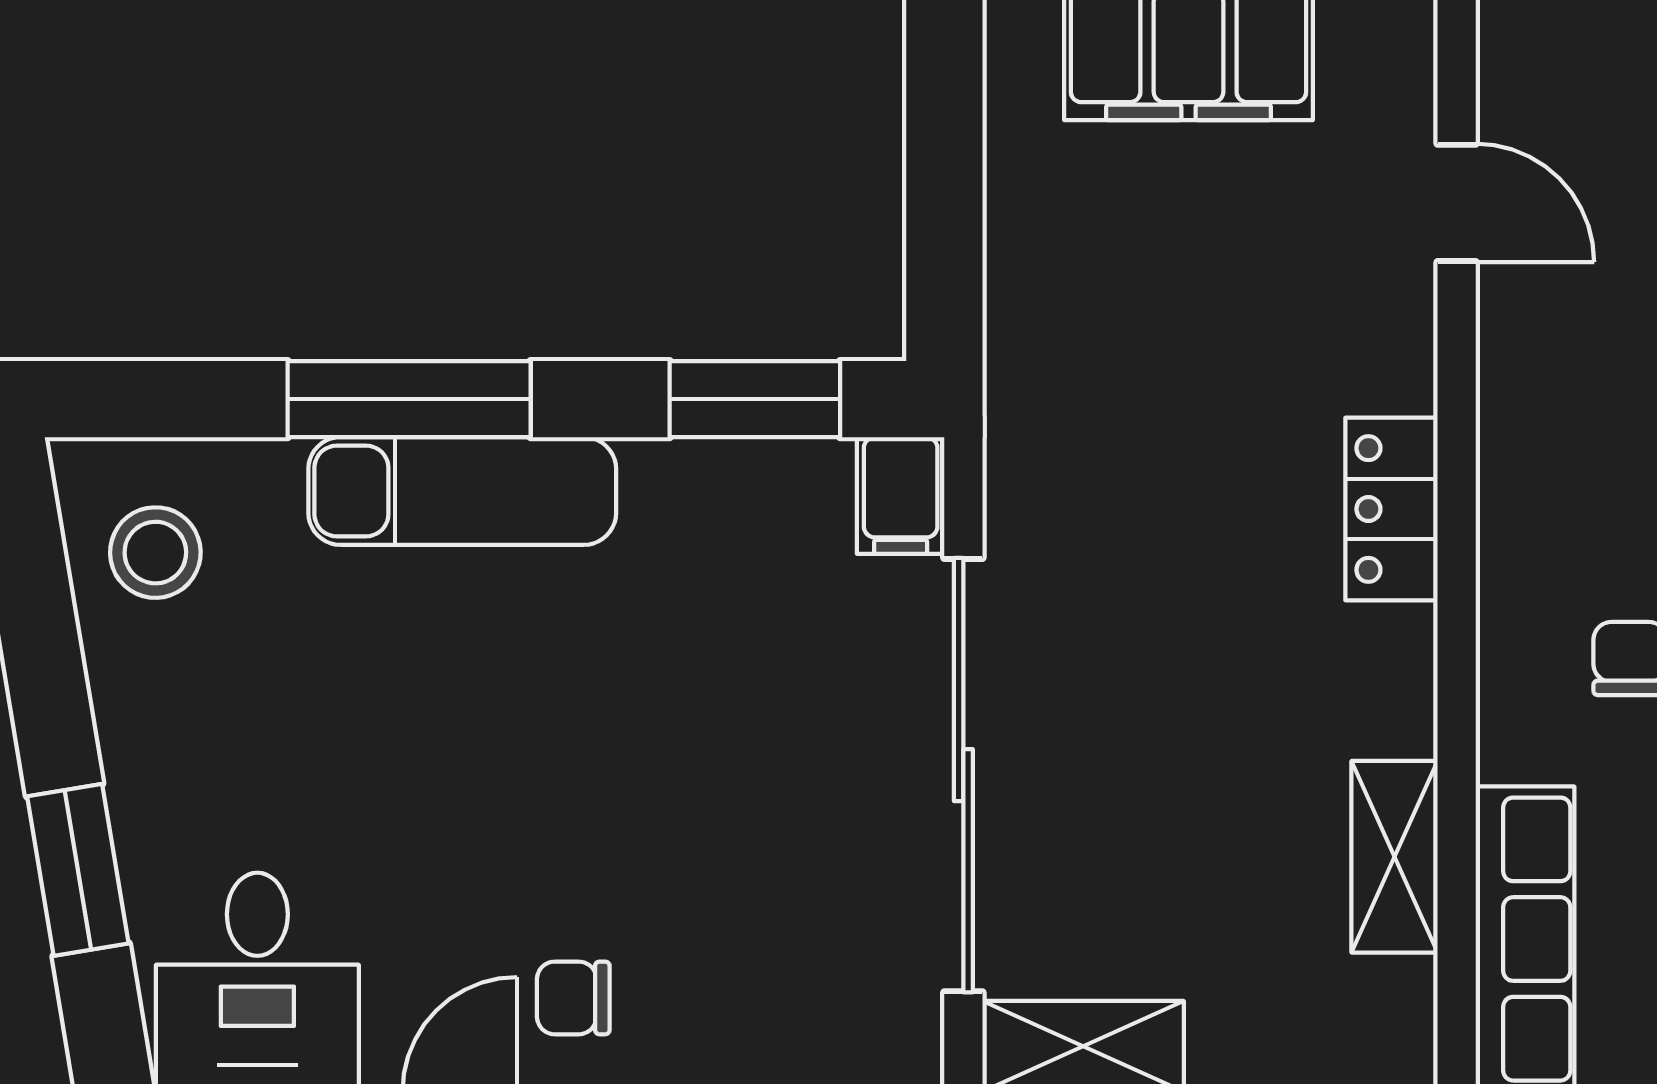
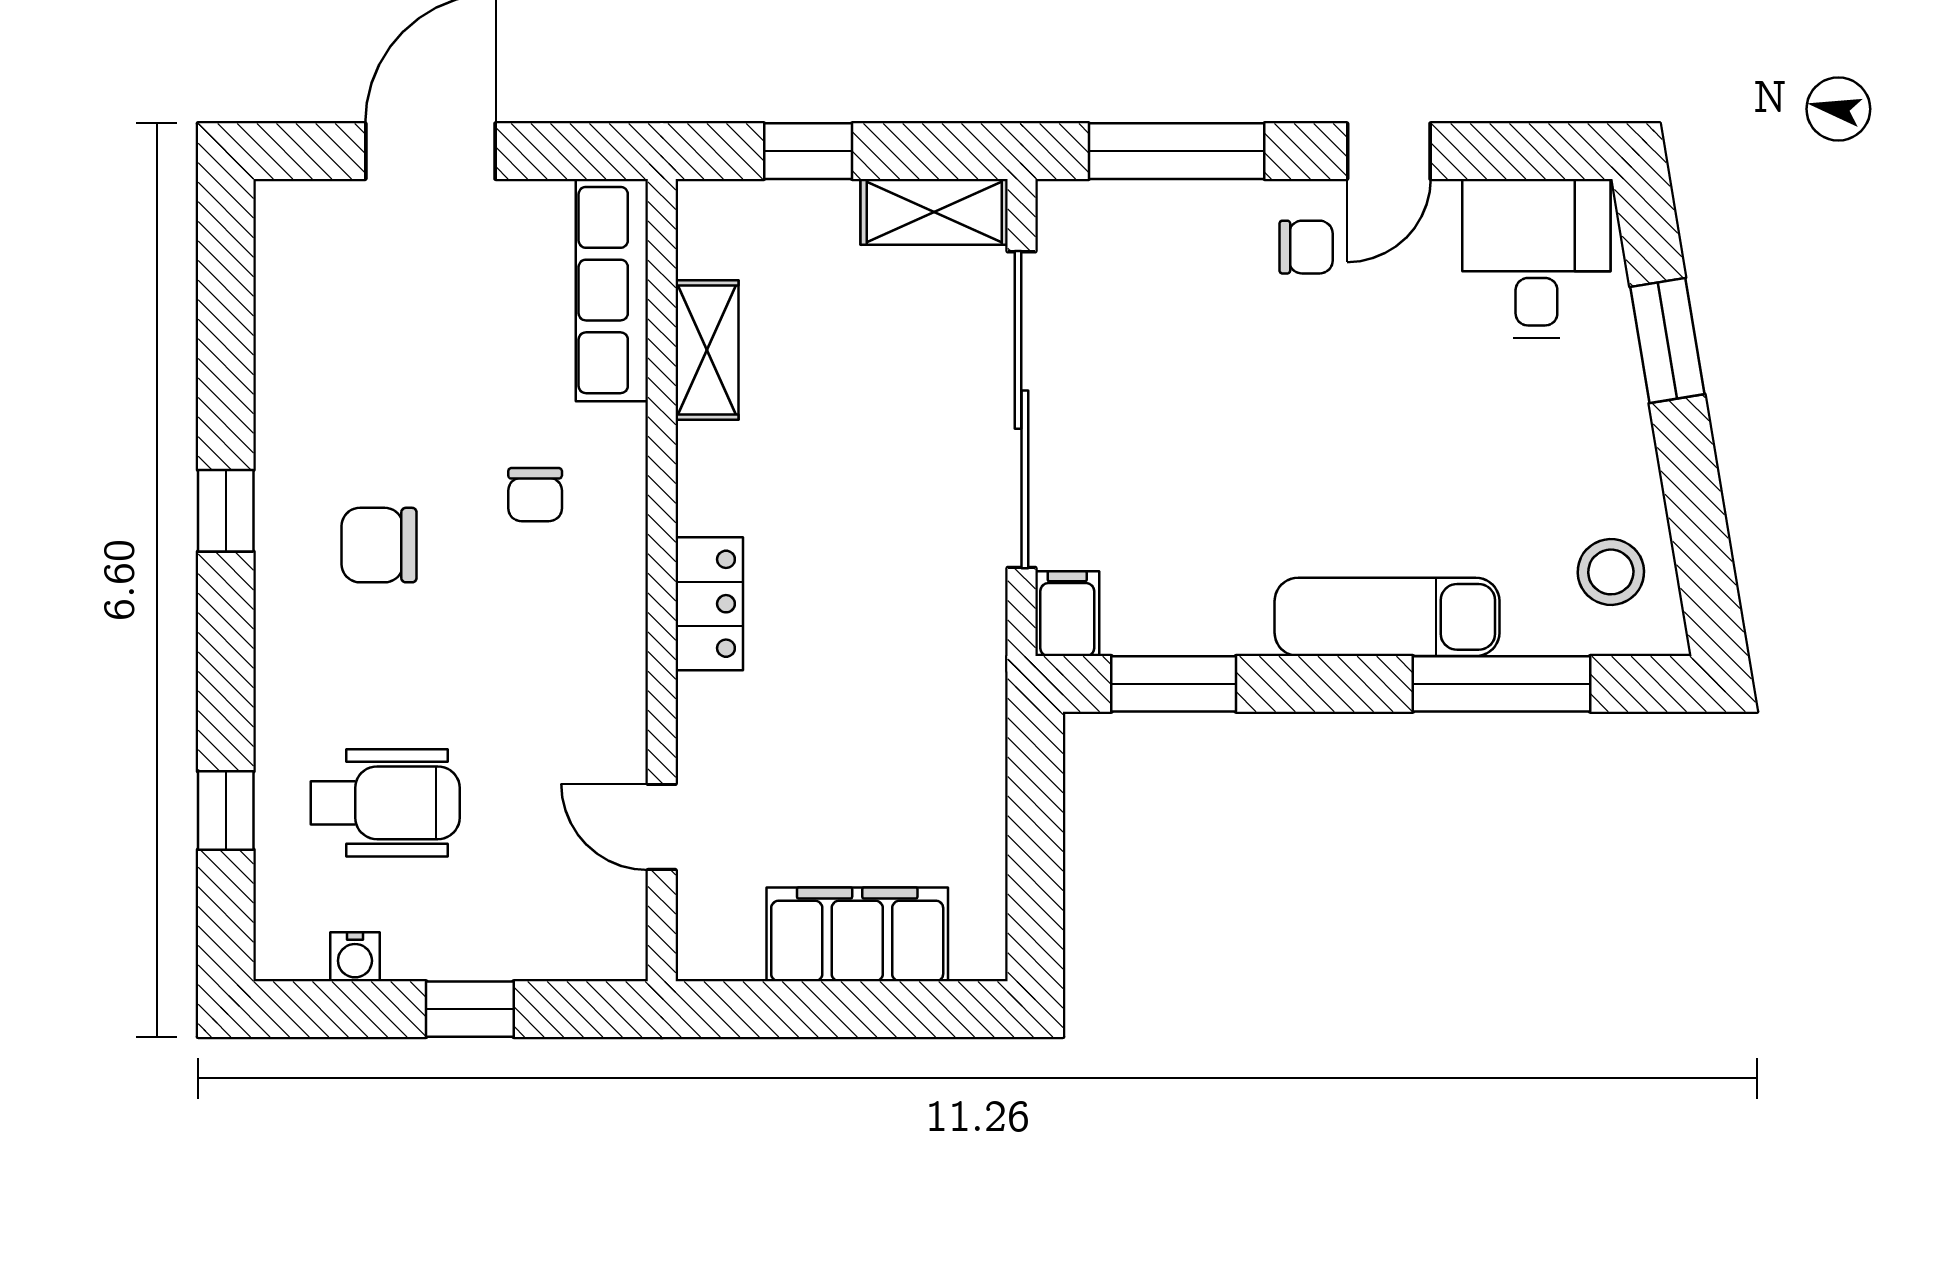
window: (409, 399) -> (1501, 684), moved

